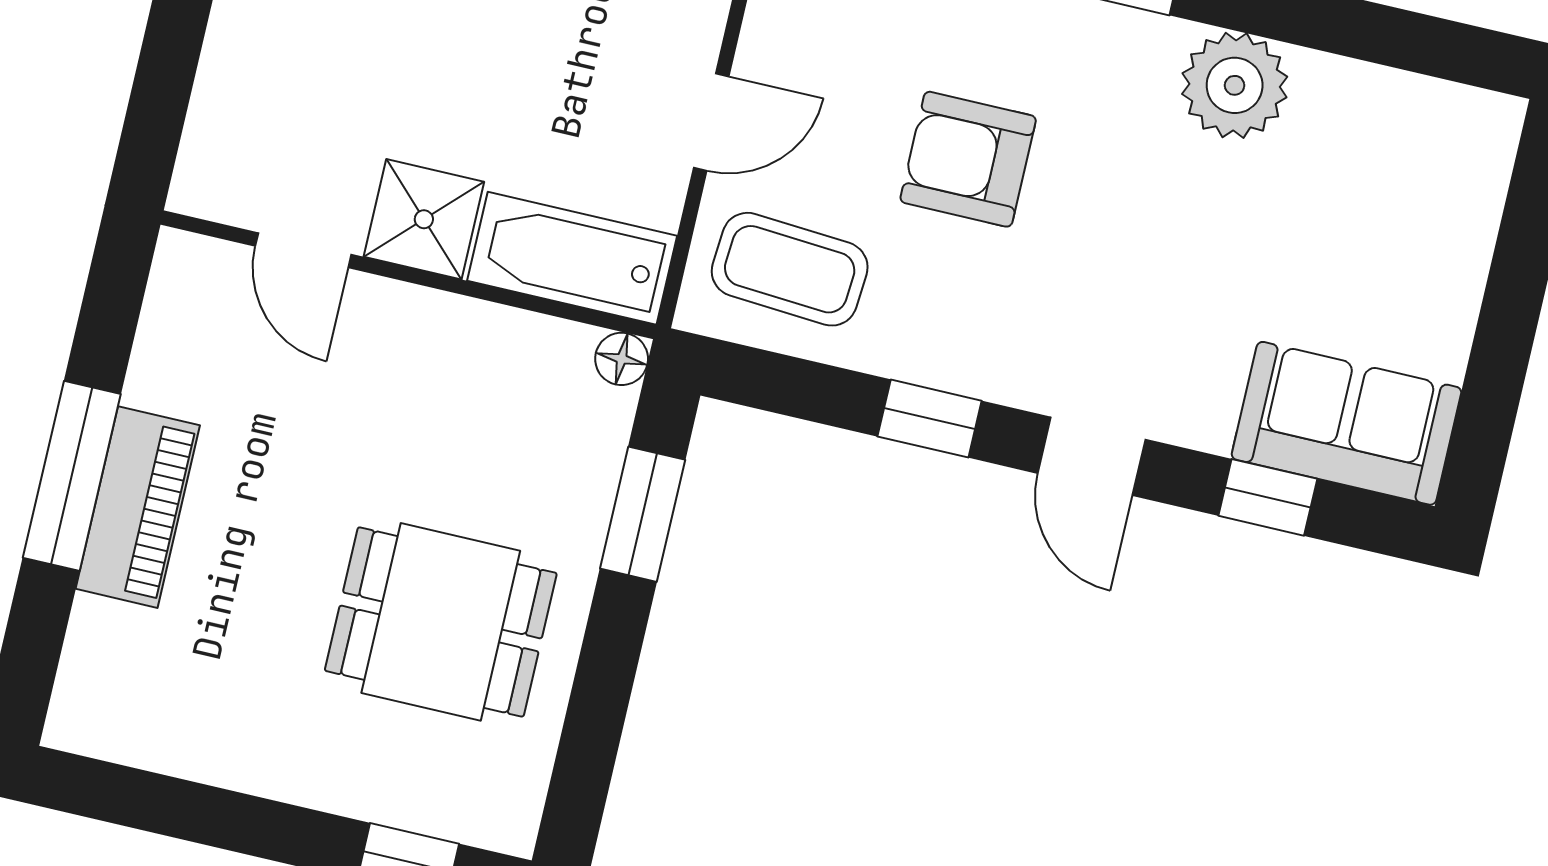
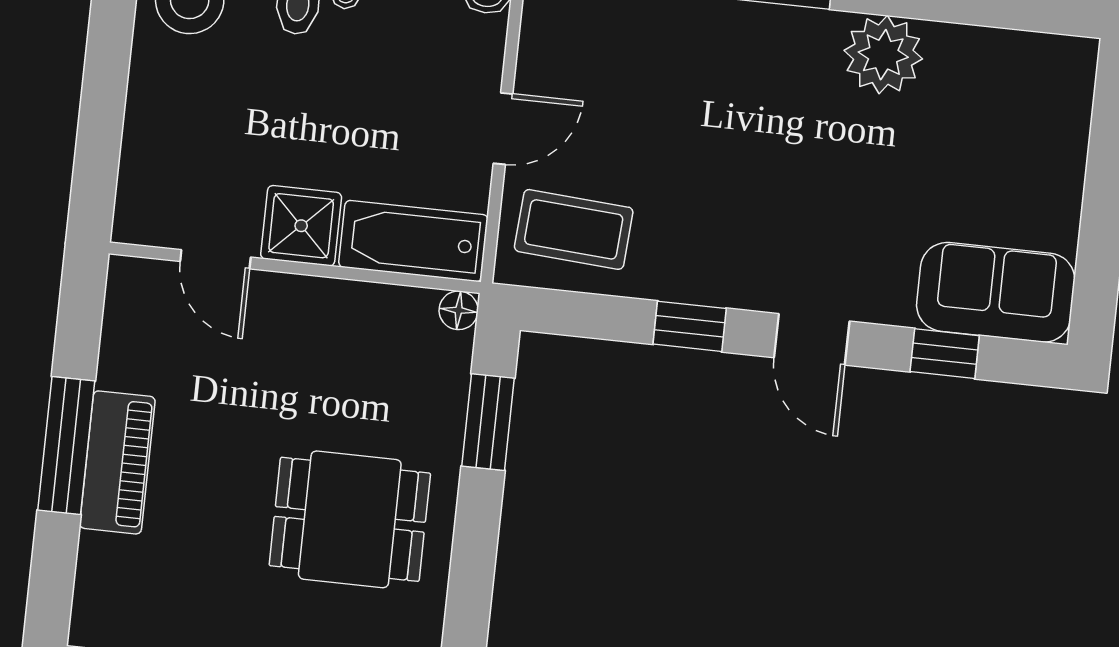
armchair: (968, 159) -> (695, 133), removed

